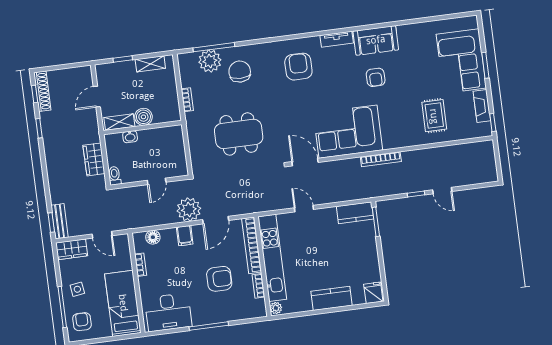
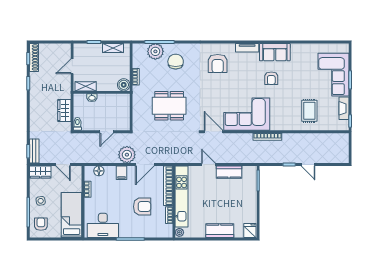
armchair: (298, 67) -> (218, 64), turned 180
boiler: (143, 117) -> (124, 85), moved
kitchen counter: (355, 213) -> (229, 172), moved

